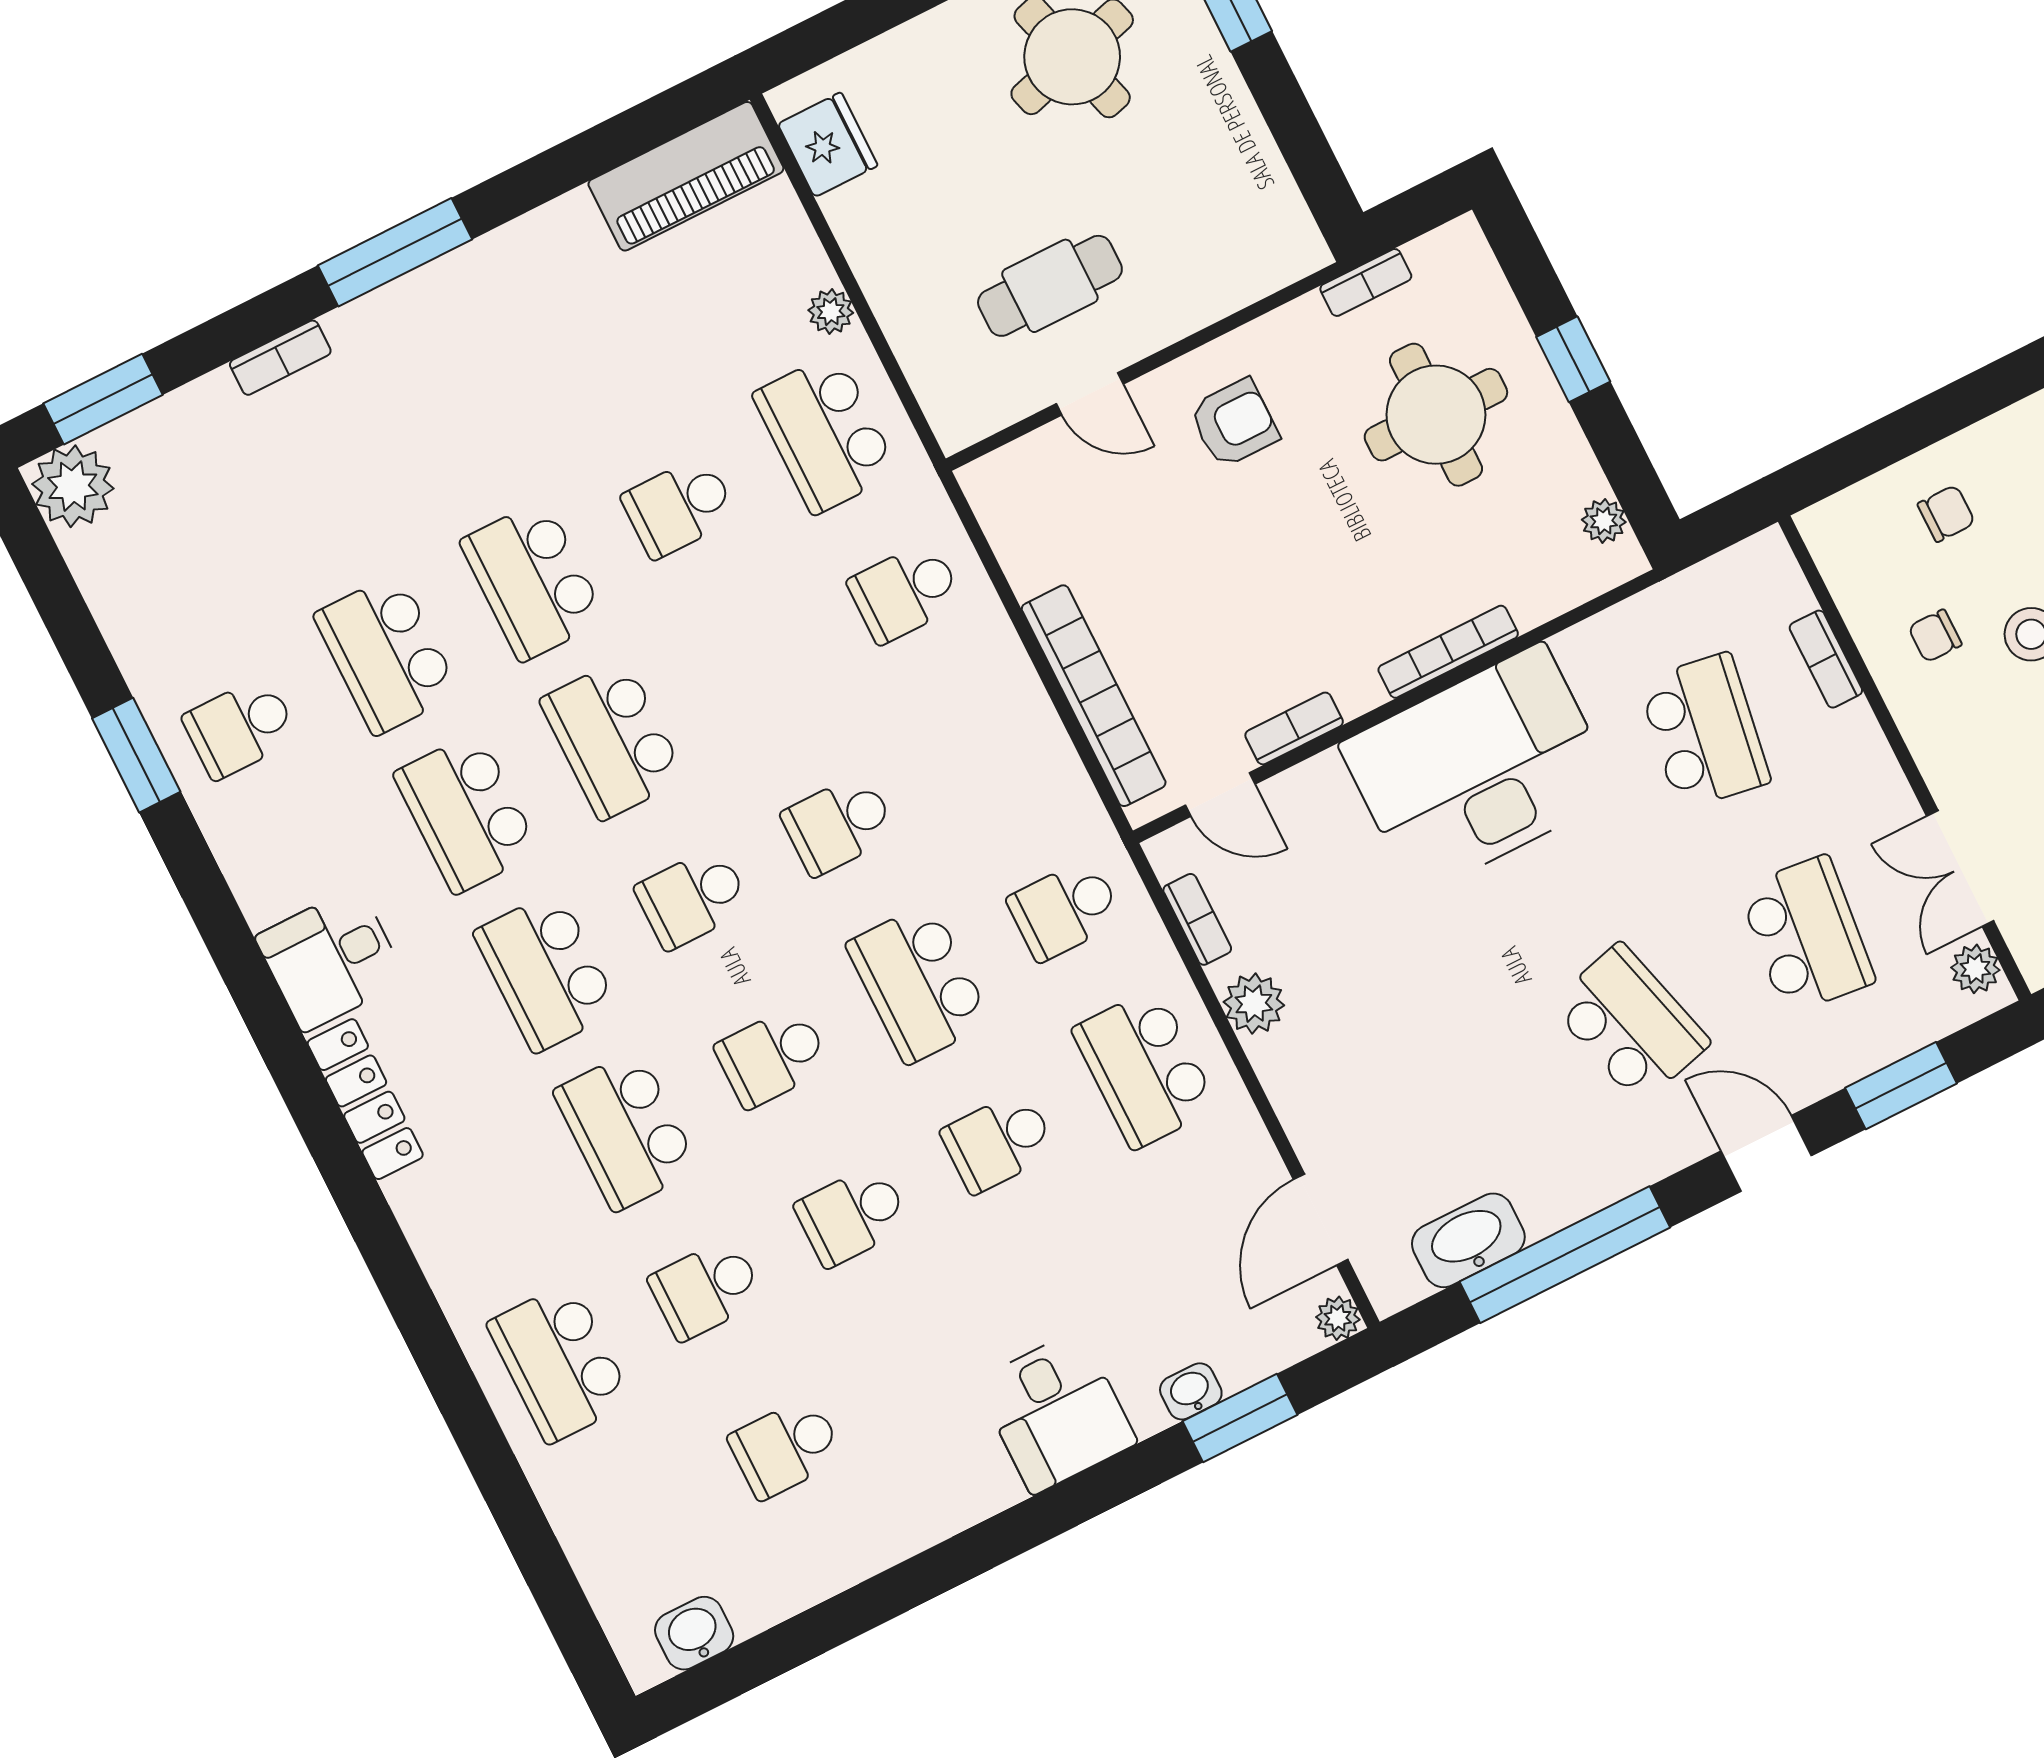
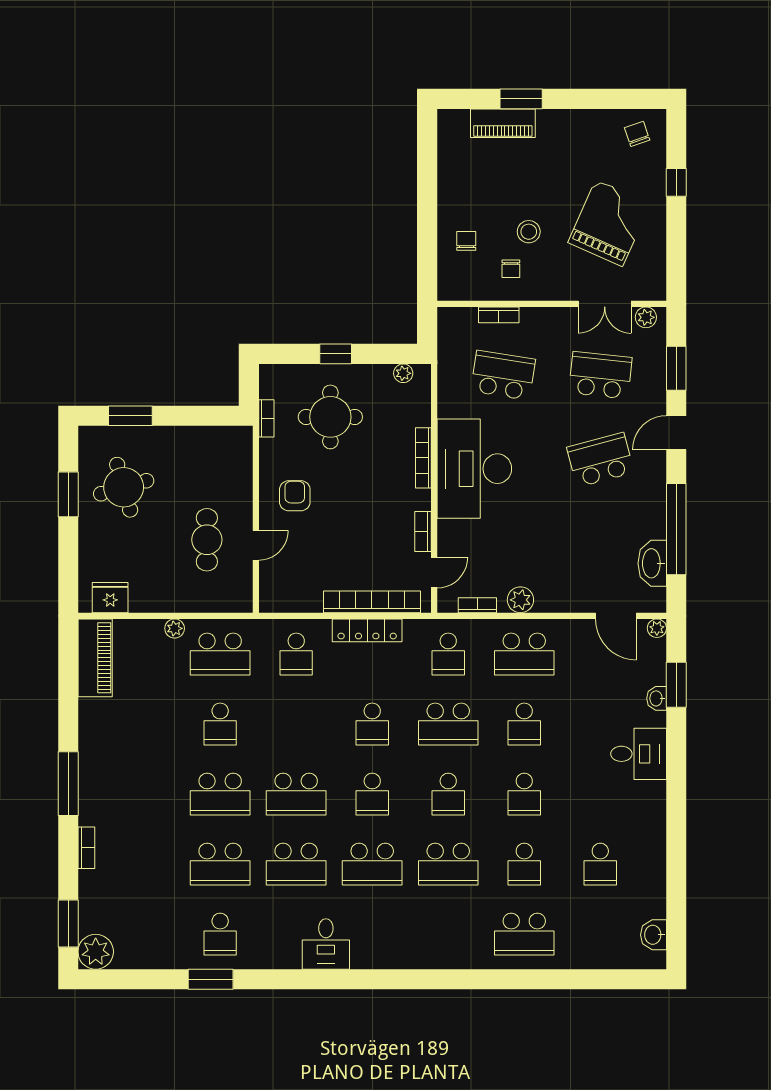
locker: (365, 1099) -> (367, 630), moved, turned 180

